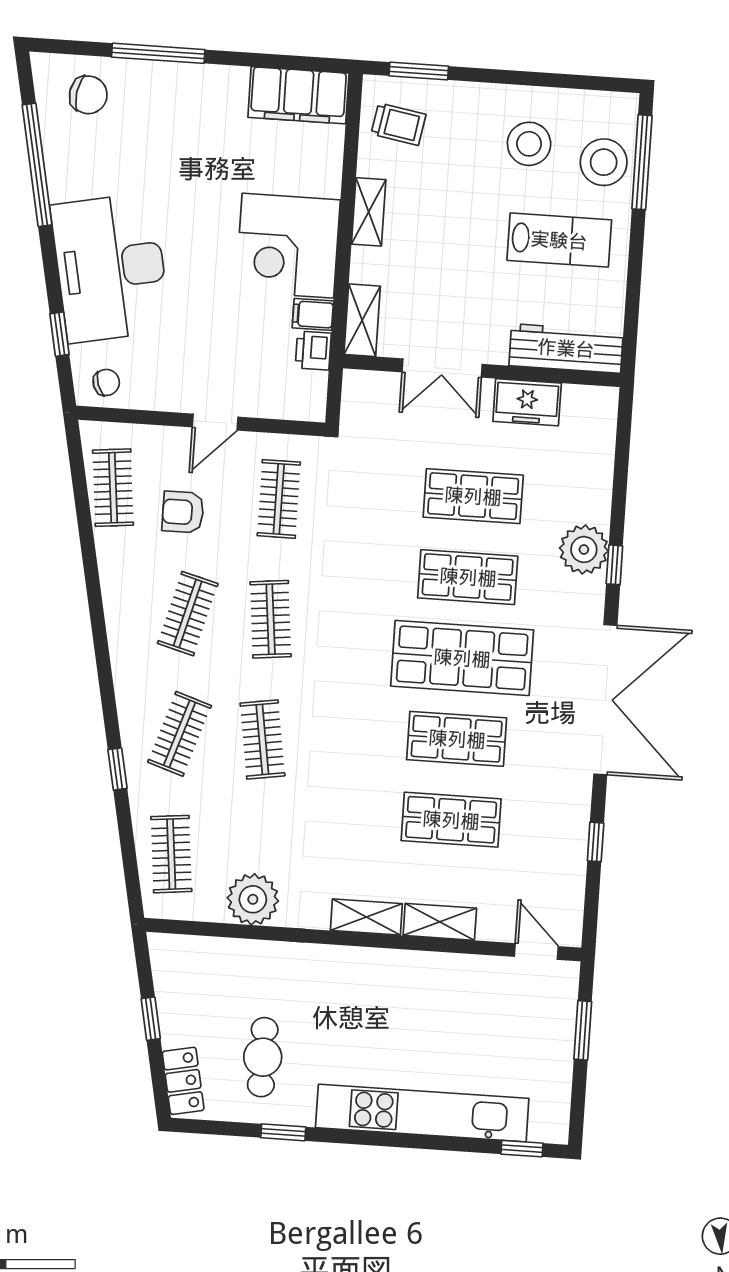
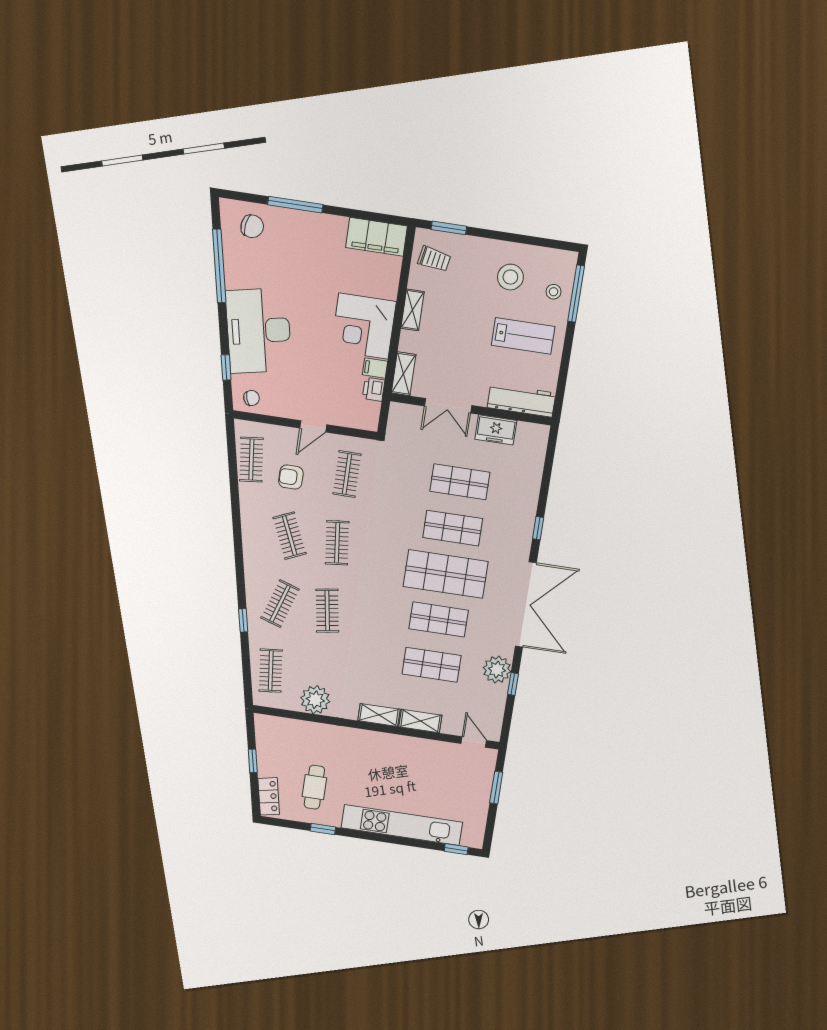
stool: (604, 162) -> (554, 292), width x0.53, depth x0.53
plant: (584, 549) -> (497, 670), moved
clothes rail: (188, 614) -> (290, 536), turned -39

